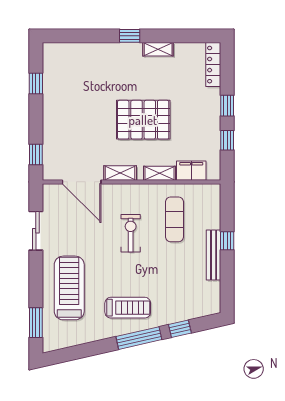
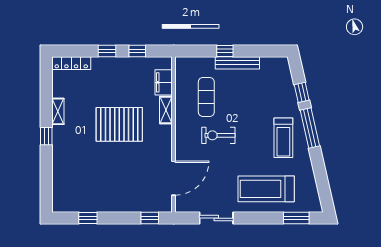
pallet: (143, 120) -> (119, 124), turned 90
shelving: (120, 173) -> (166, 145), removed
exercise mat: (174, 219) -> (206, 97), turned 90
treadmill: (128, 308) -> (283, 138), turned 180

